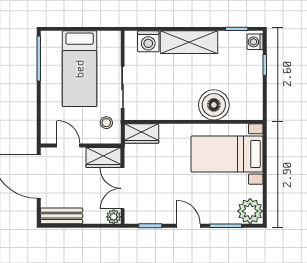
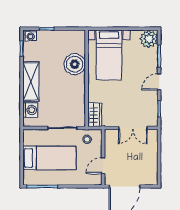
wardrobe: (103, 157) -> (111, 141), removed
bench: (62, 216) -> (152, 171), removed
plant: (114, 217) -> (153, 134), removed

